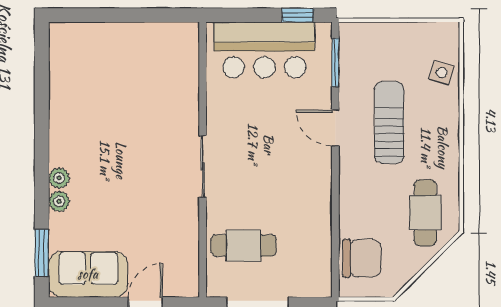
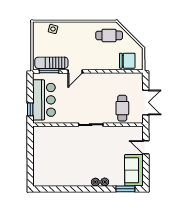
window: (298, 15) -> (30, 109), moved
sun lounger: (389, 122) -> (51, 63), moved
chair: (362, 258) -> (127, 61), turned 90

